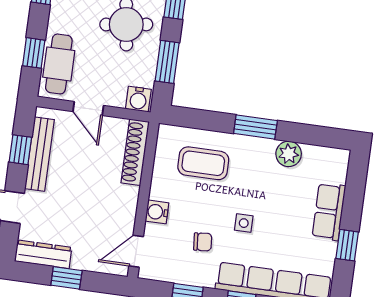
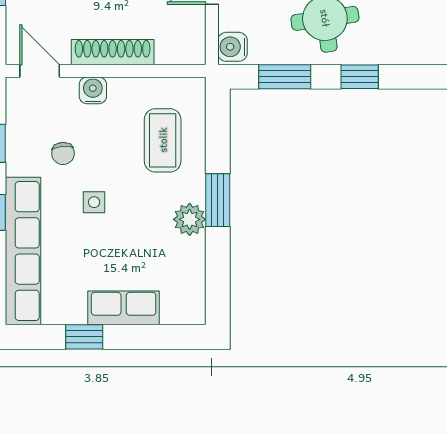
shoe rack: (135, 152) -> (113, 52), moved
plant: (289, 154) -> (190, 219), moved

